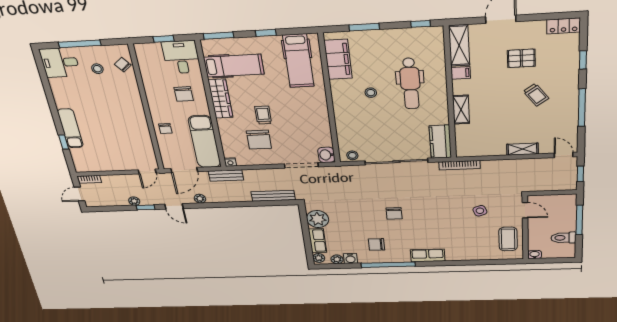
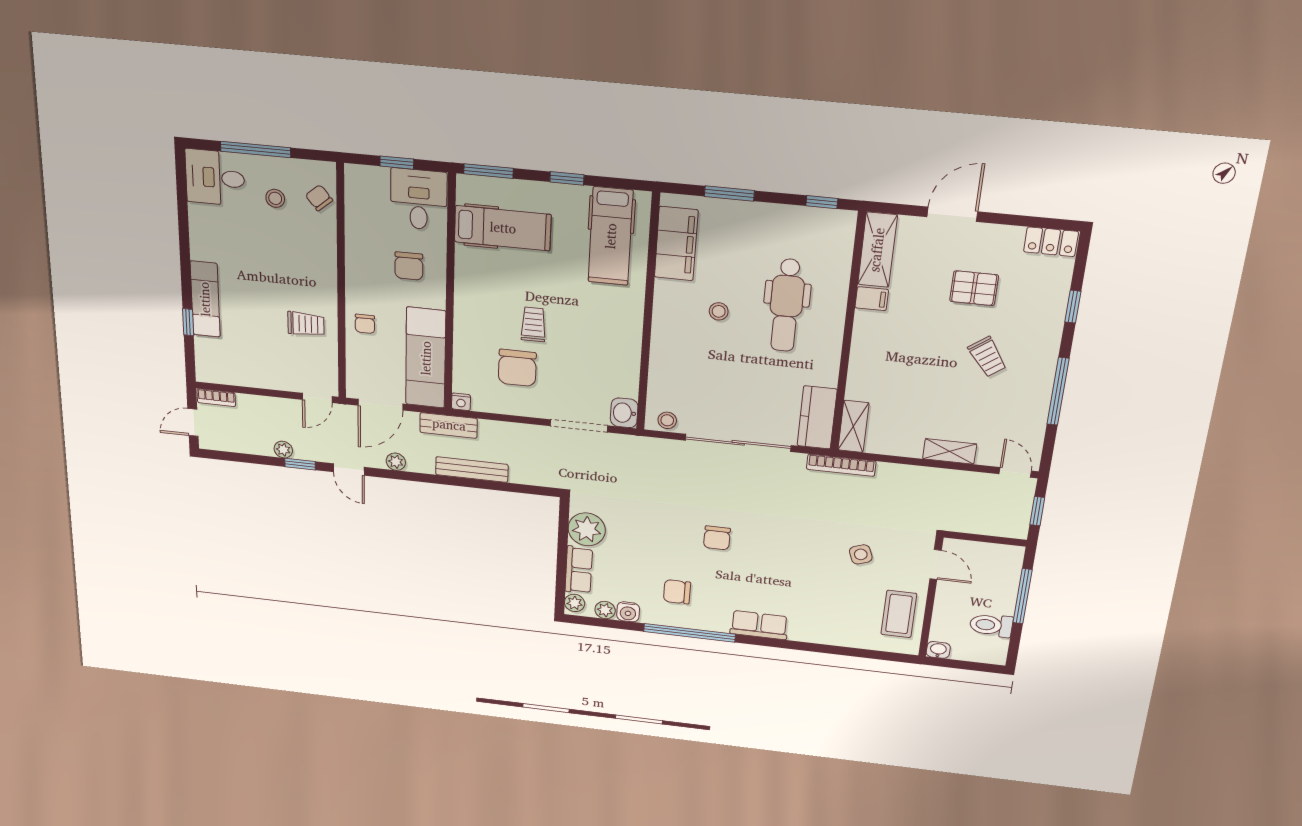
wardrobe: (220, 99) -> (468, 284), removed
shelving: (461, 110) -> (853, 426), moved
trolley: (131, 133) -> (306, 324), added
bench: (273, 196) -> (472, 470), moved

